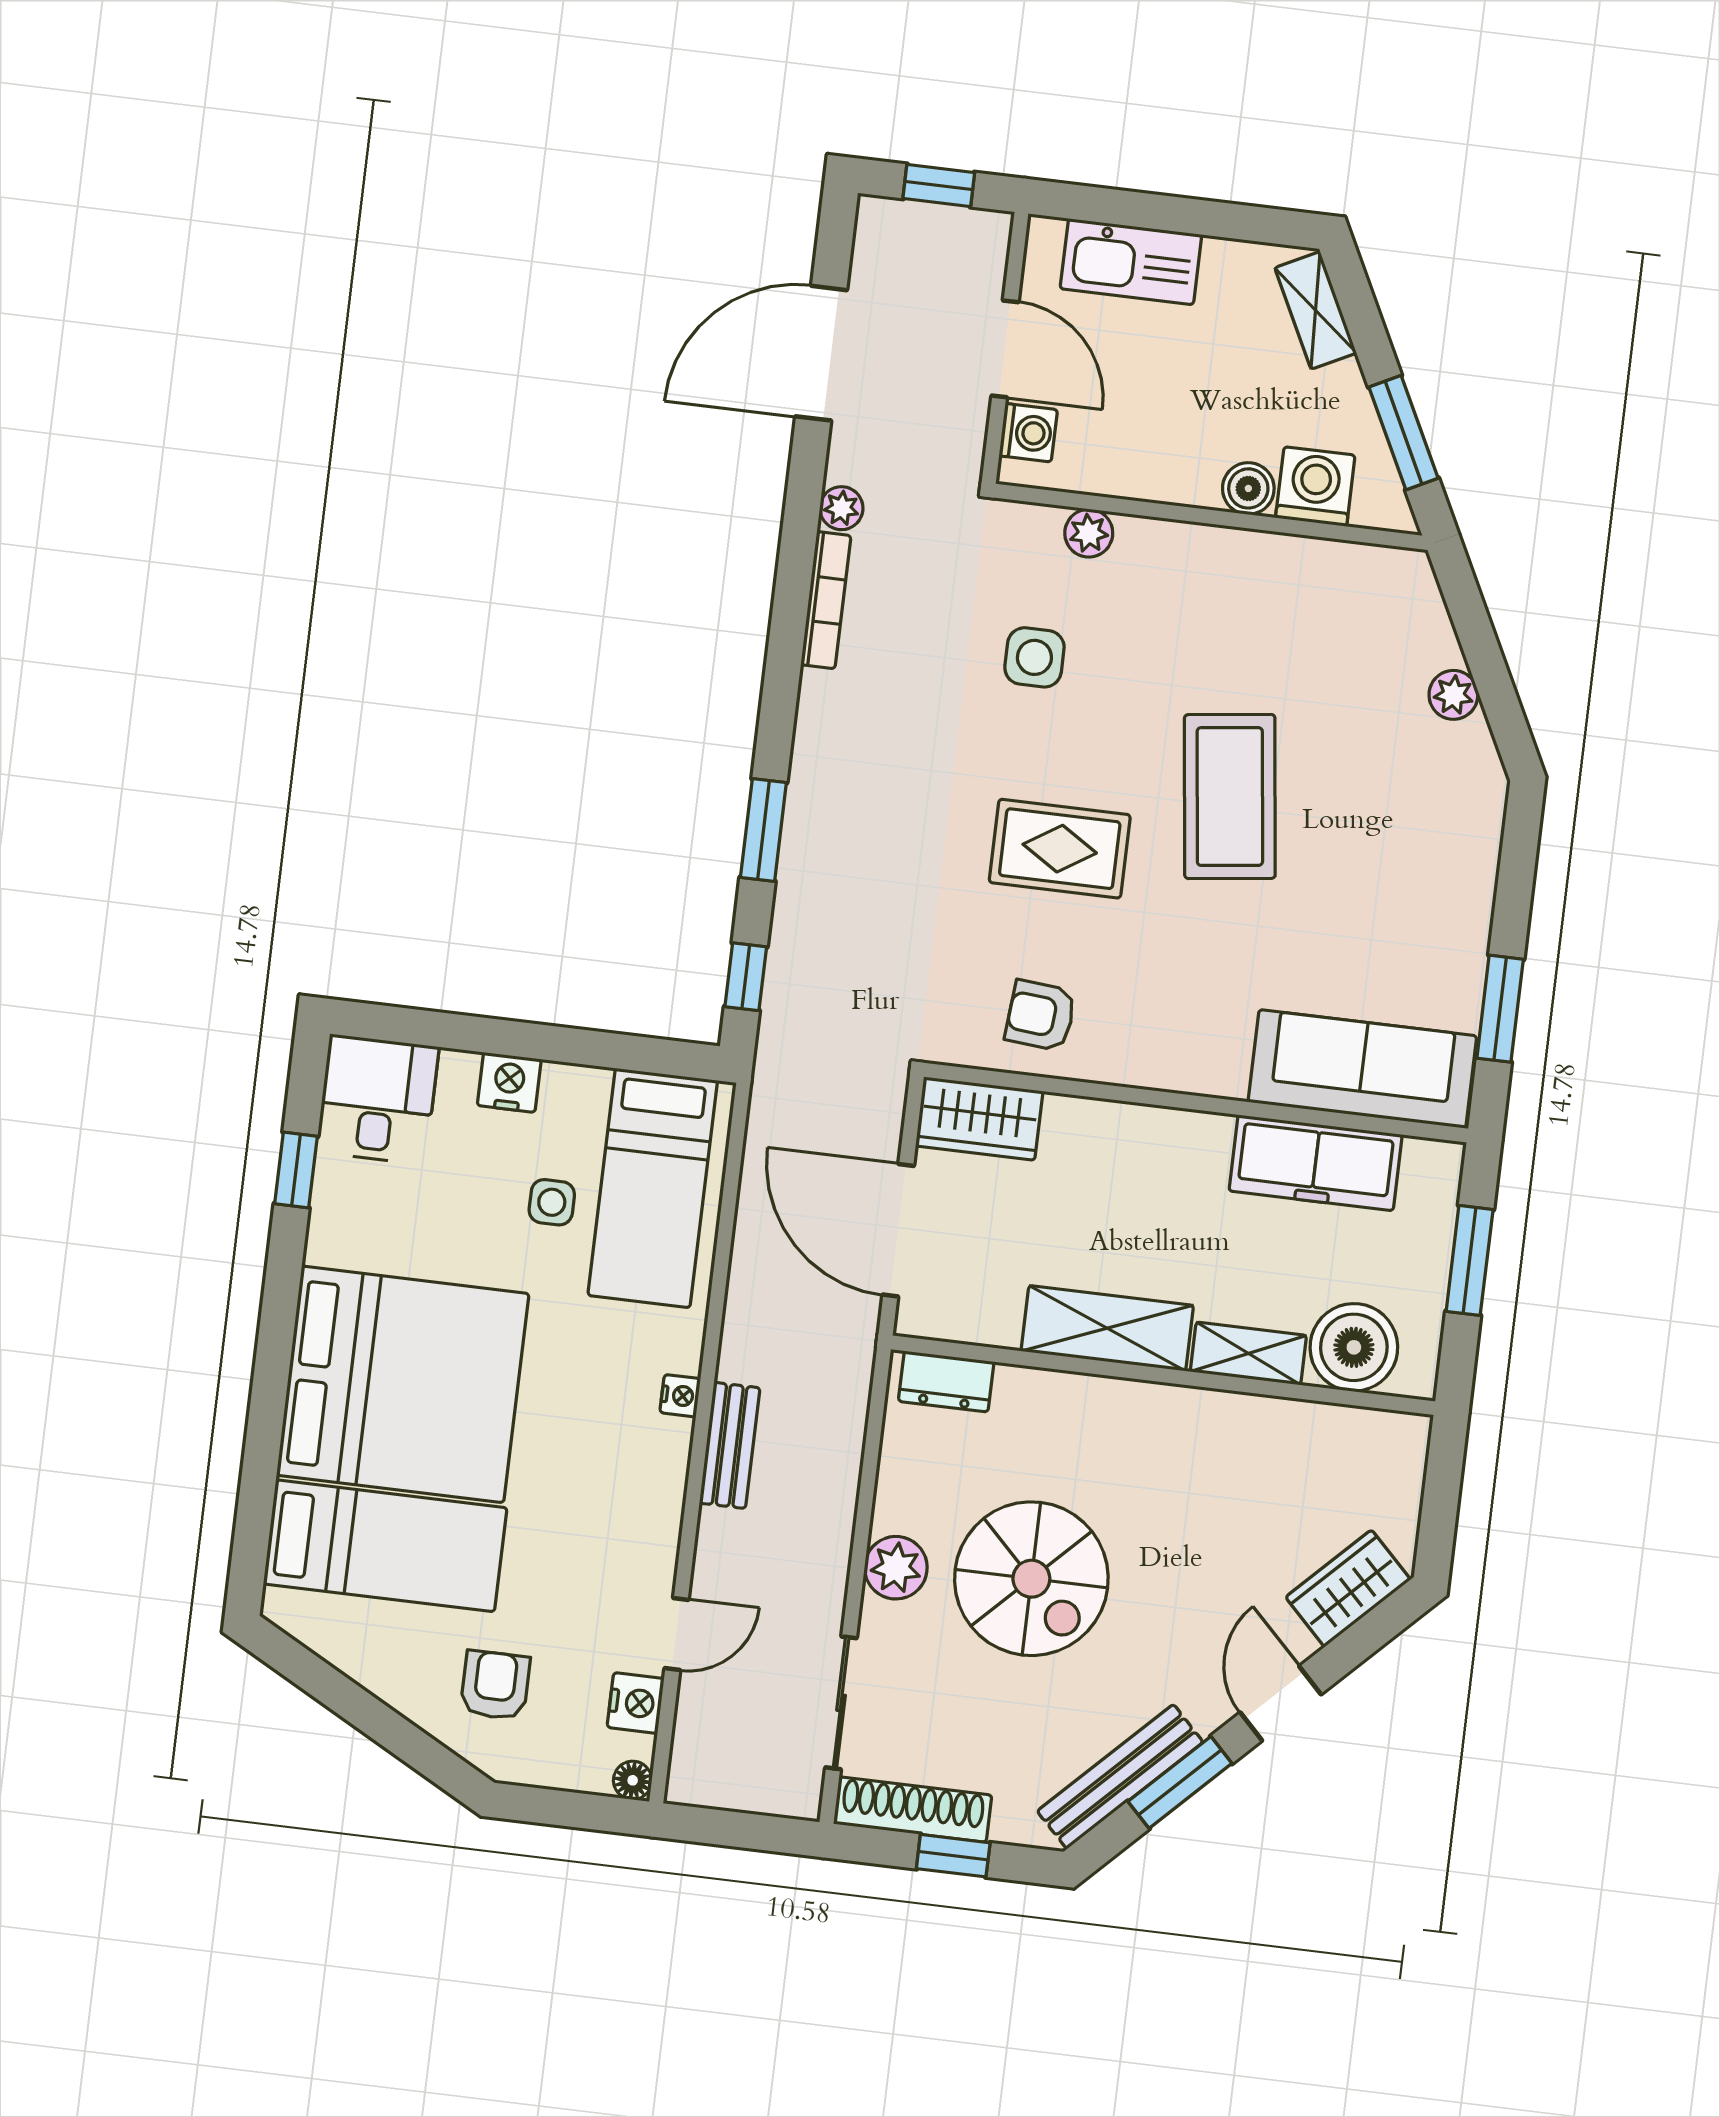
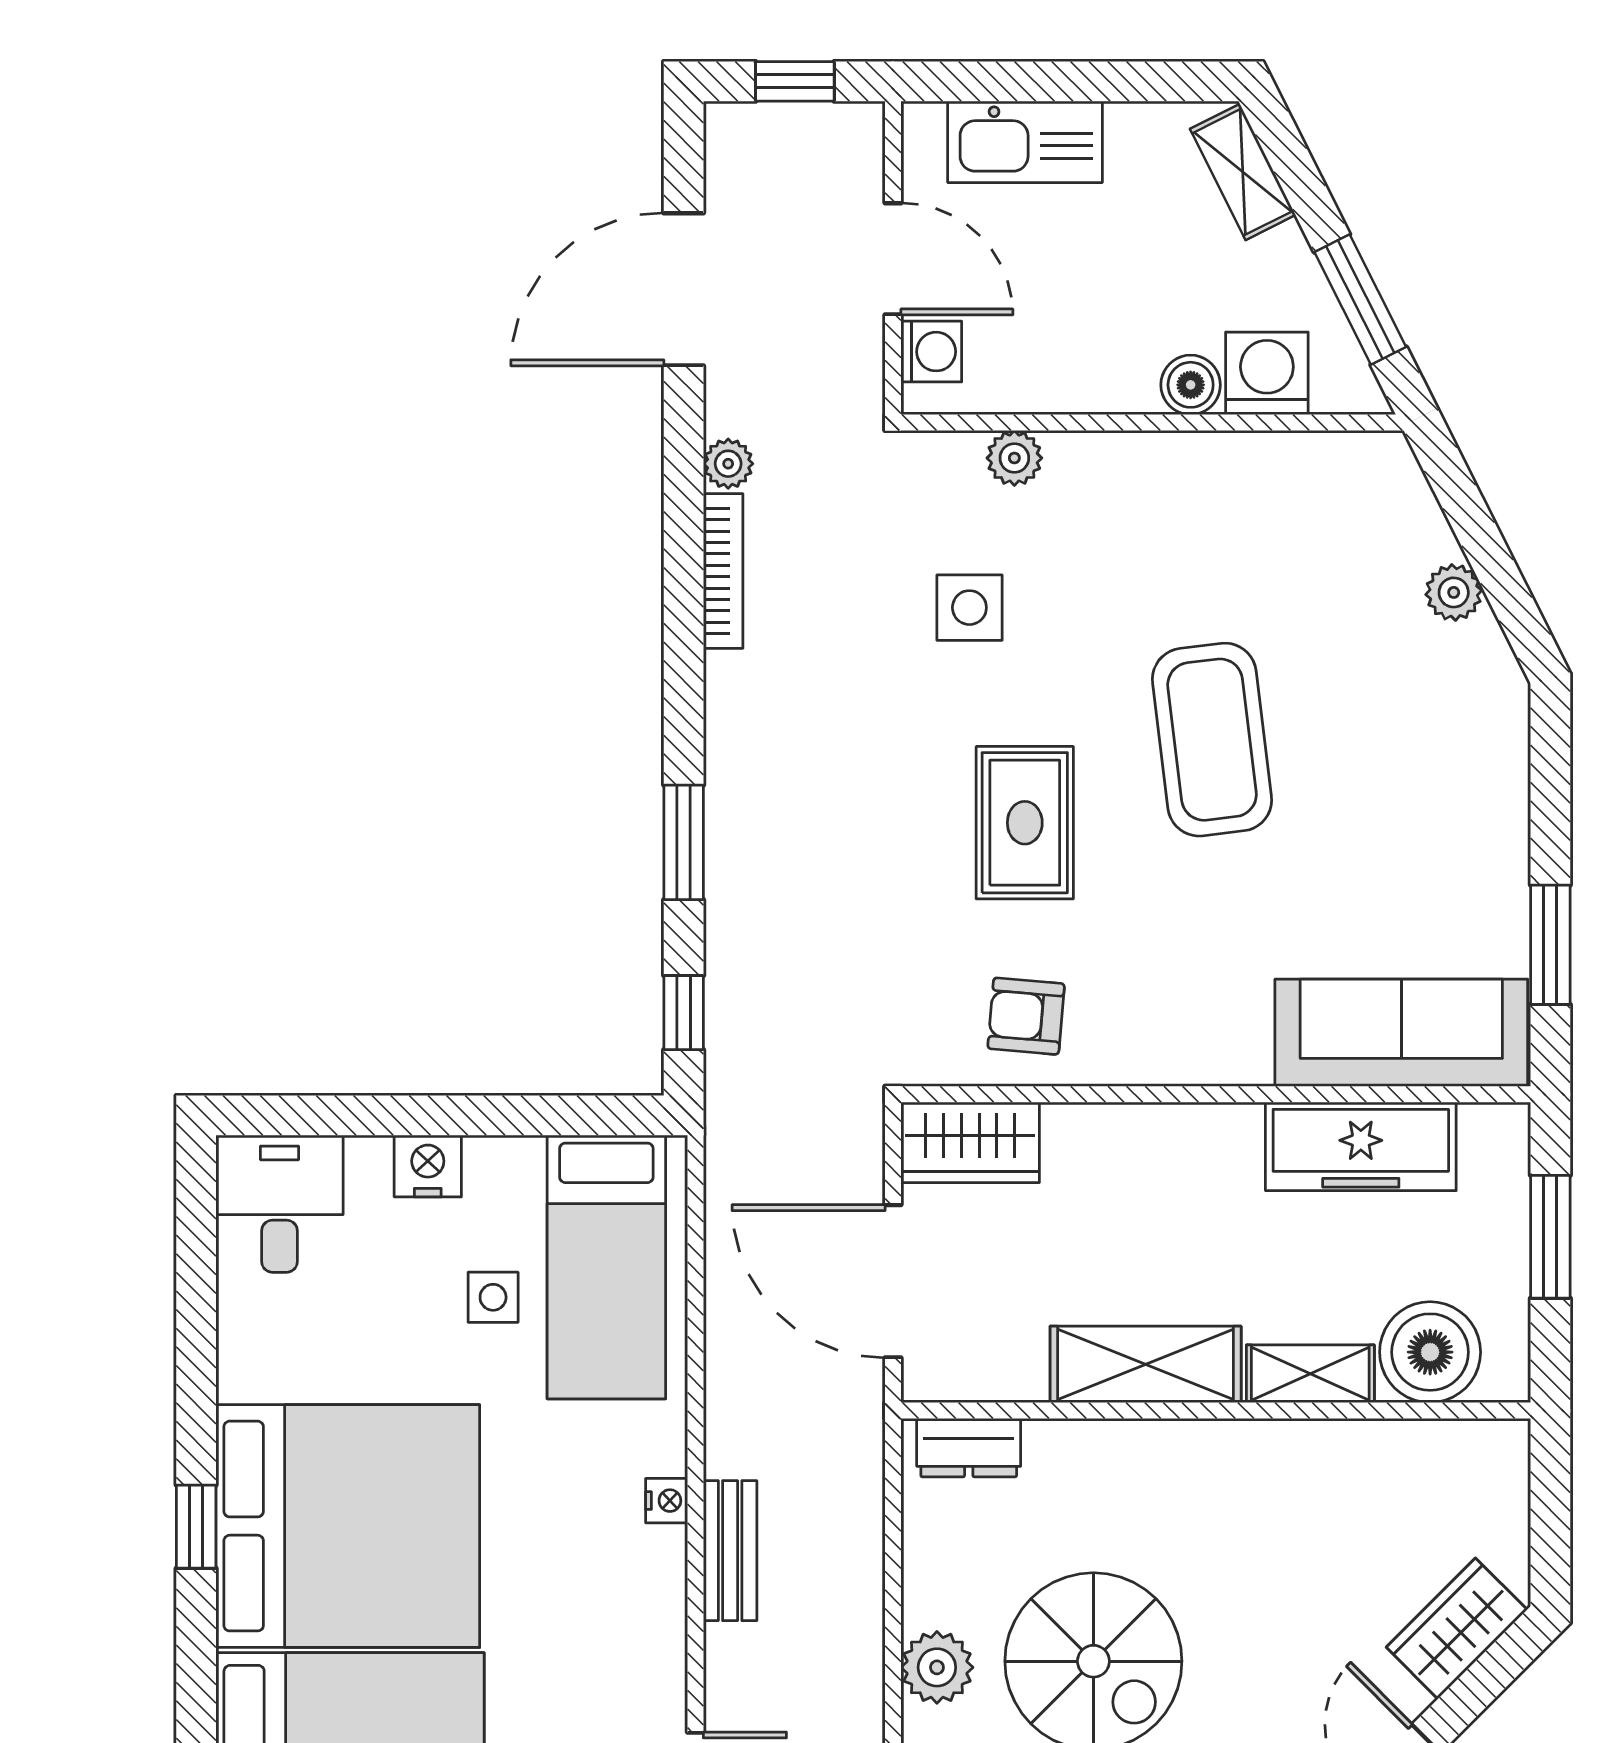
rug: (1060, 849) -> (1025, 823), turned 90
window: (296, 1170) -> (196, 1527), moved

